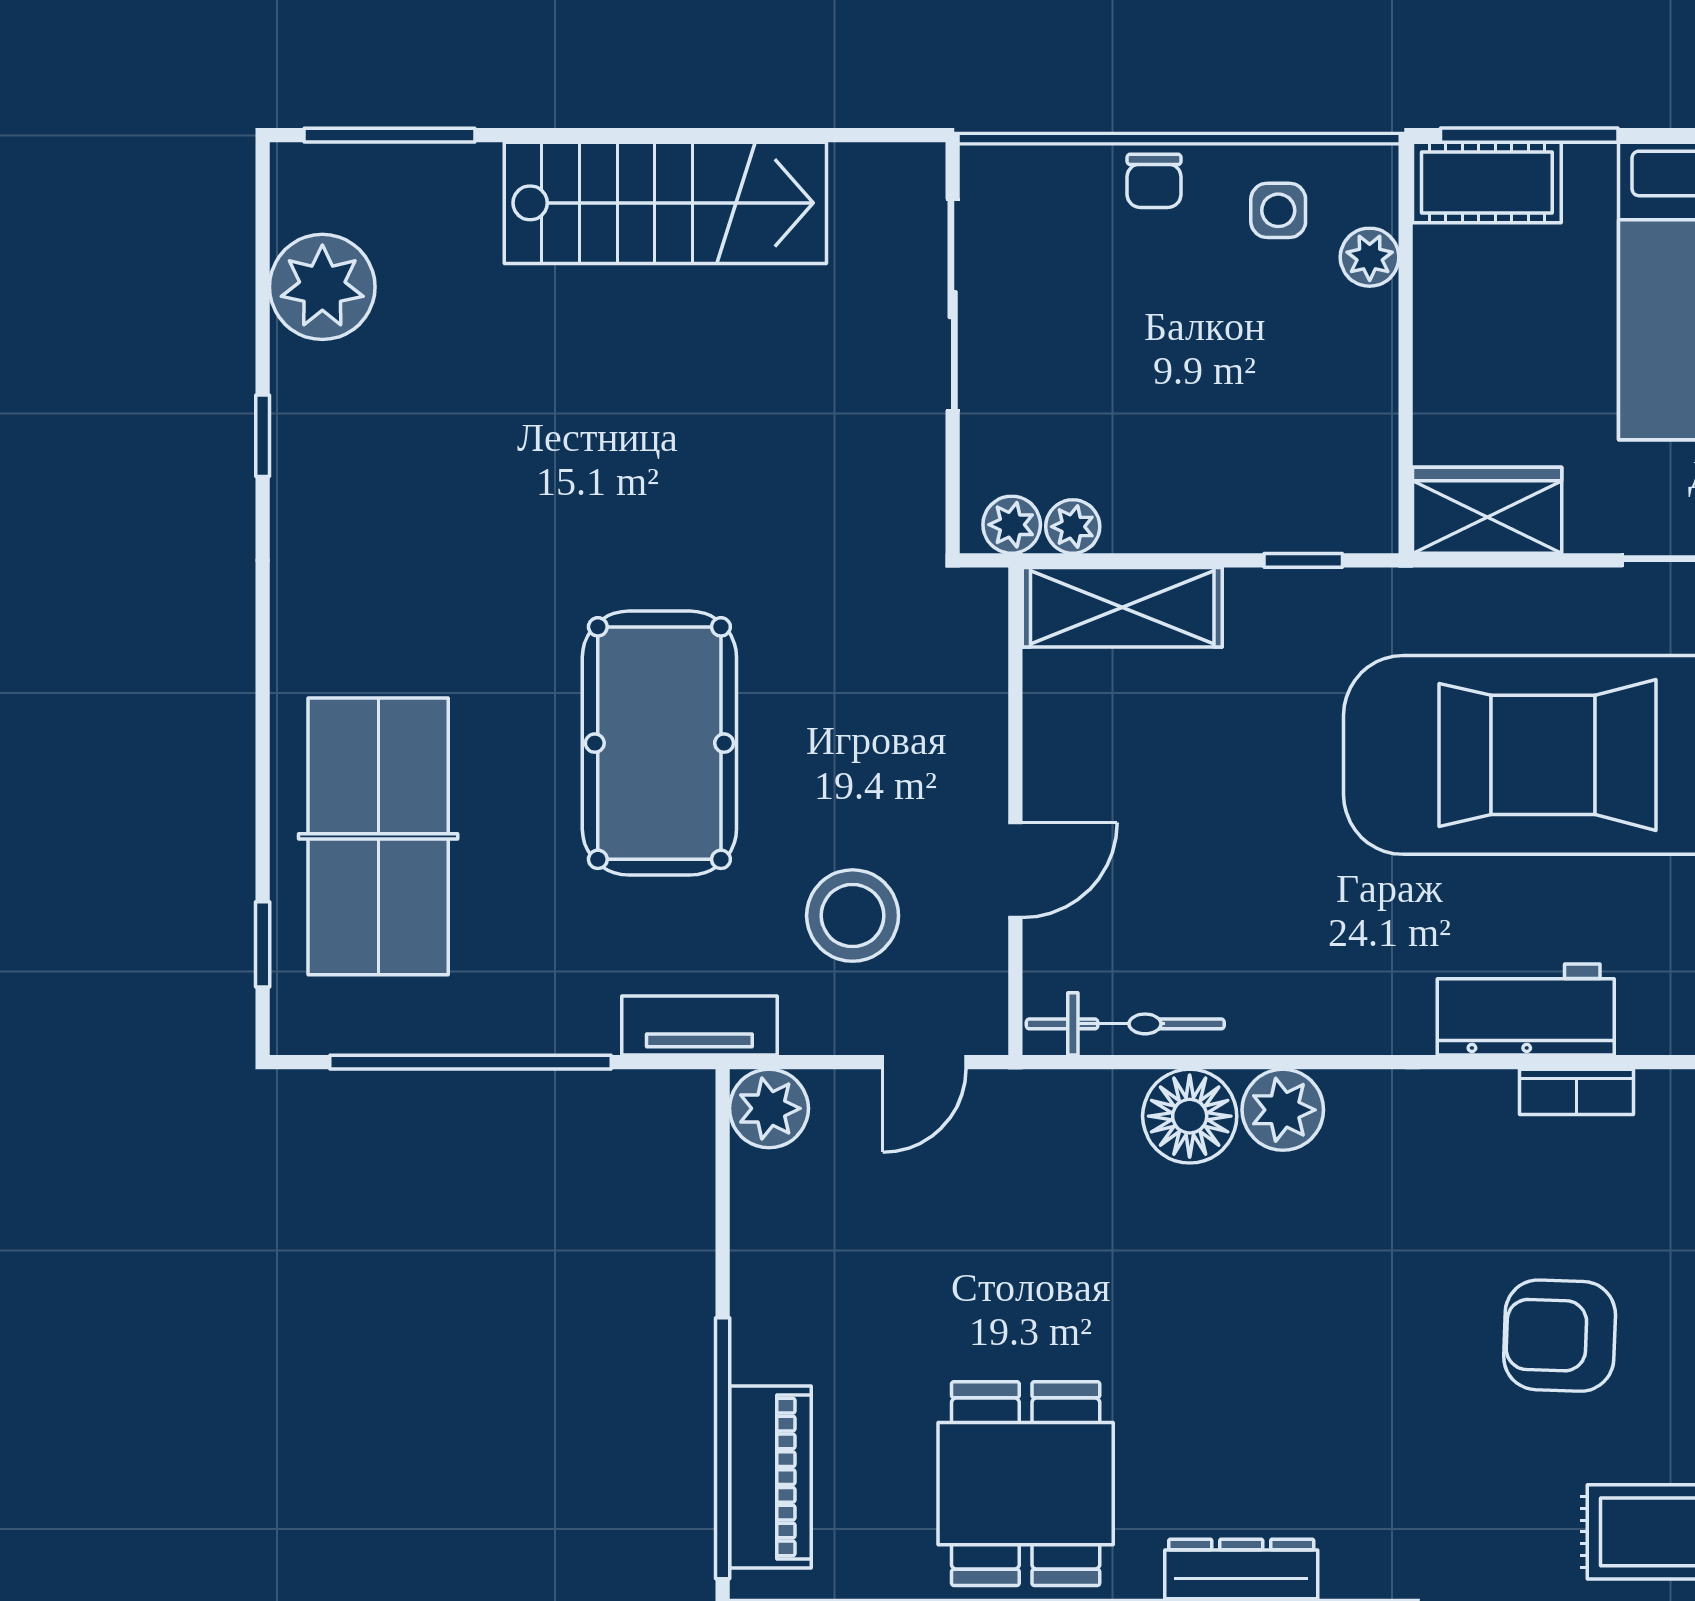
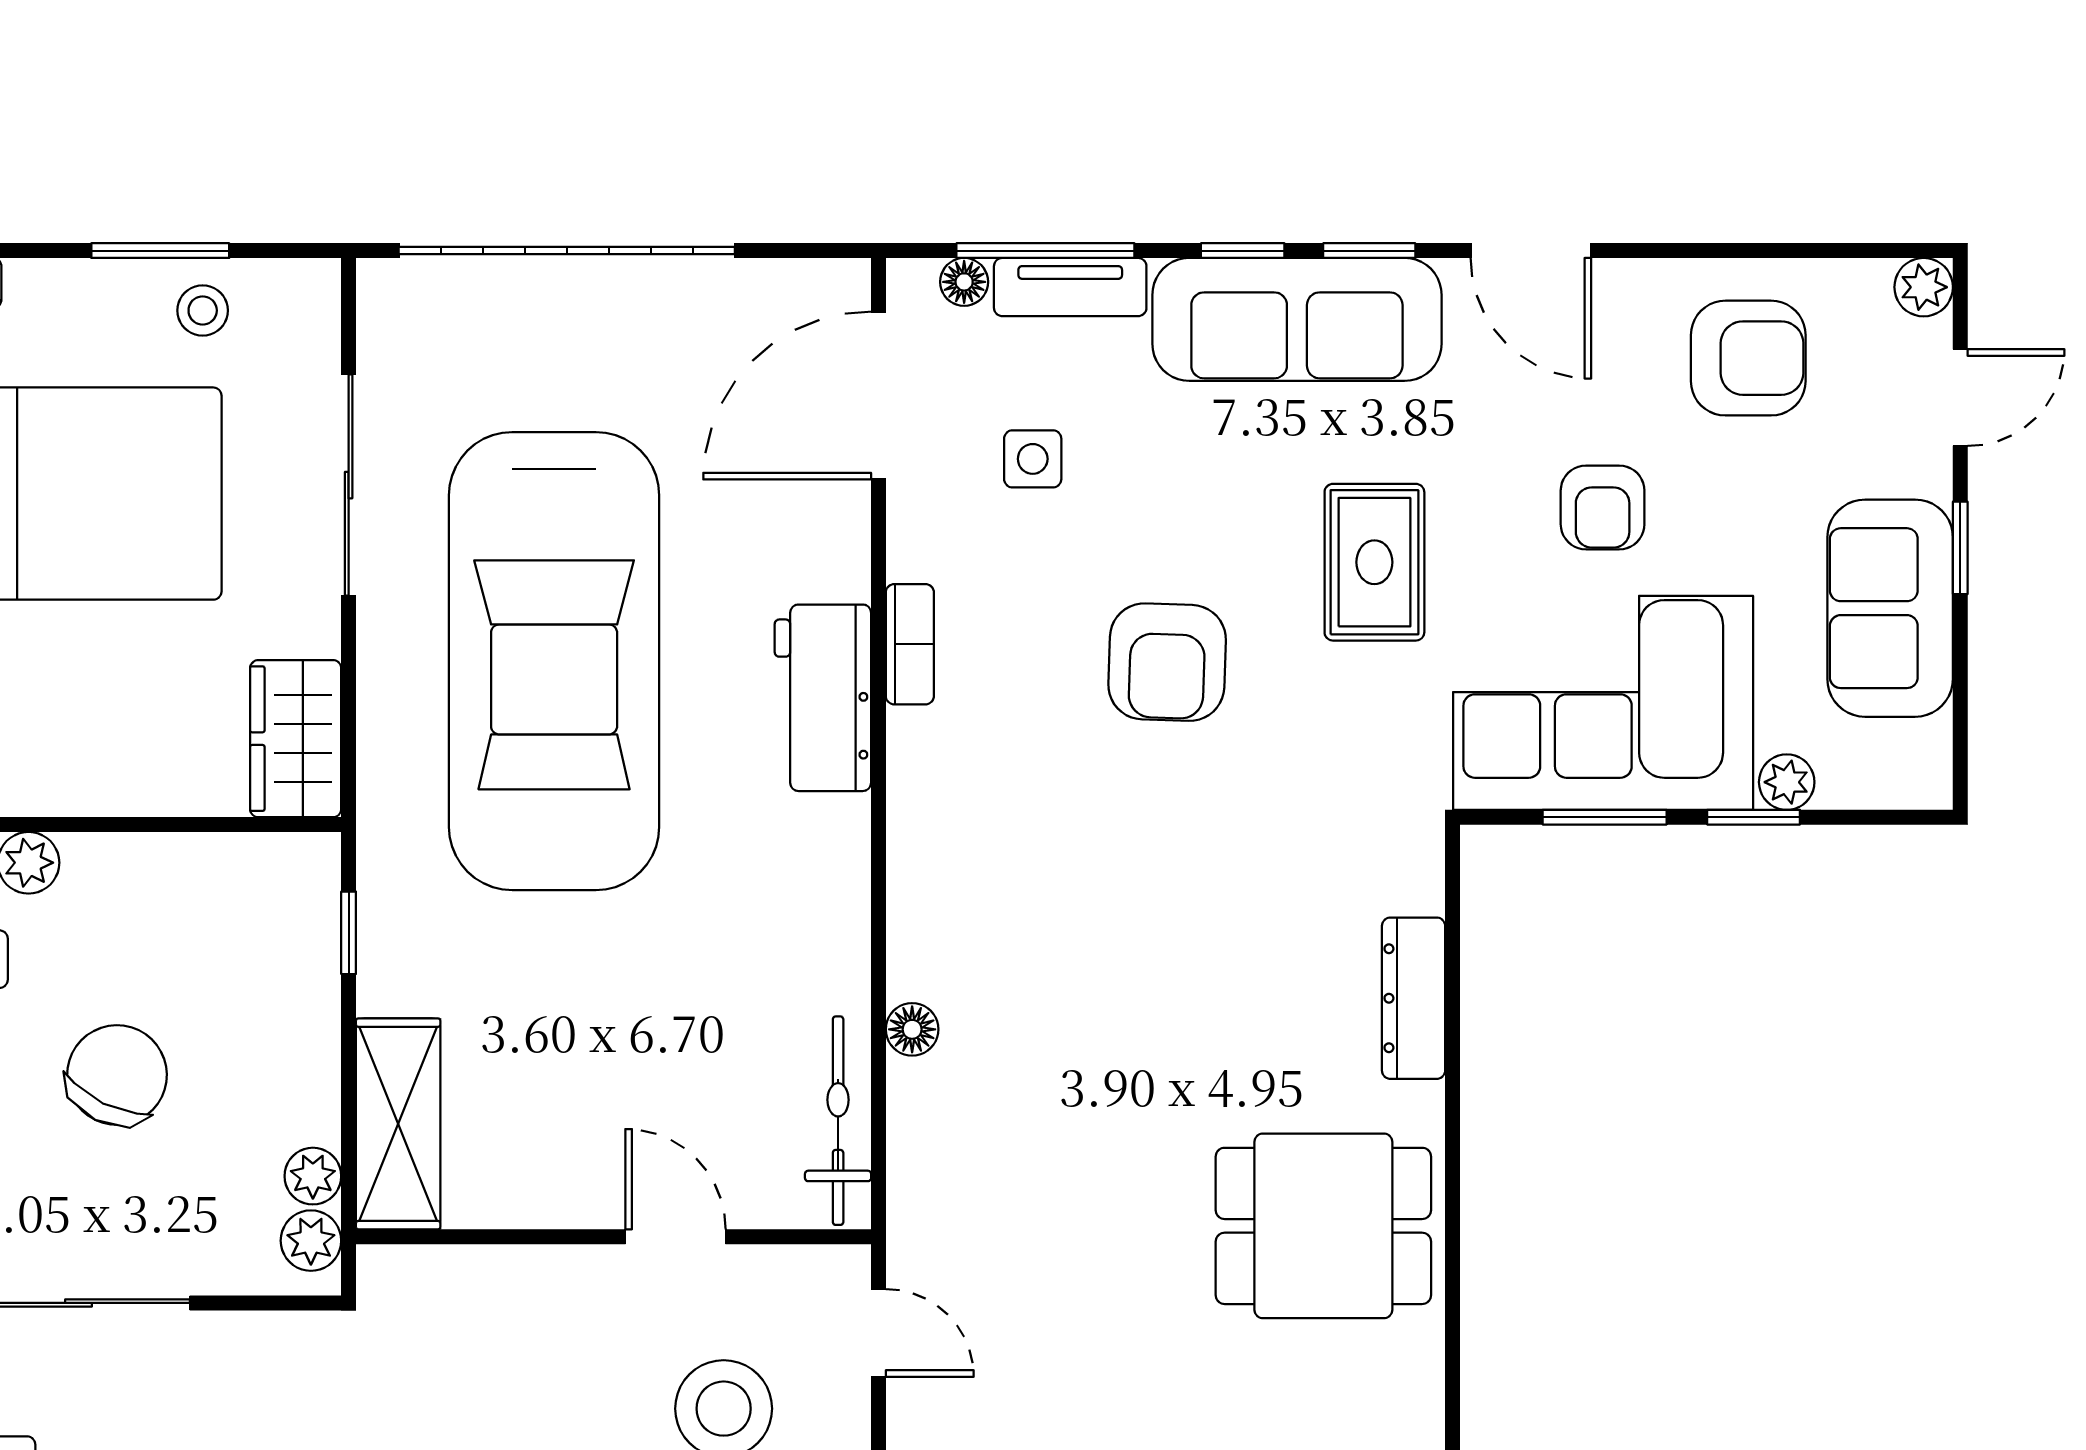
chair: (1168, 341) -> (117, 1075), added
plant: (1283, 1110) -> (929, 954), removed
floor lamp: (1190, 1116) -> (912, 1029), width x0.53, depth x0.53

